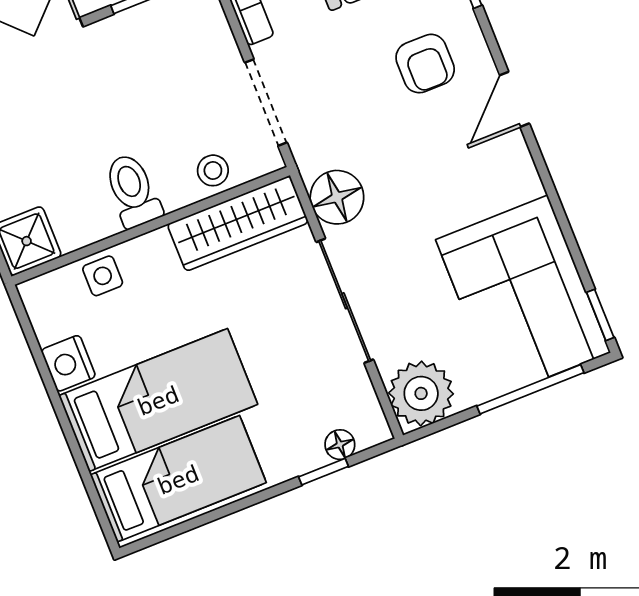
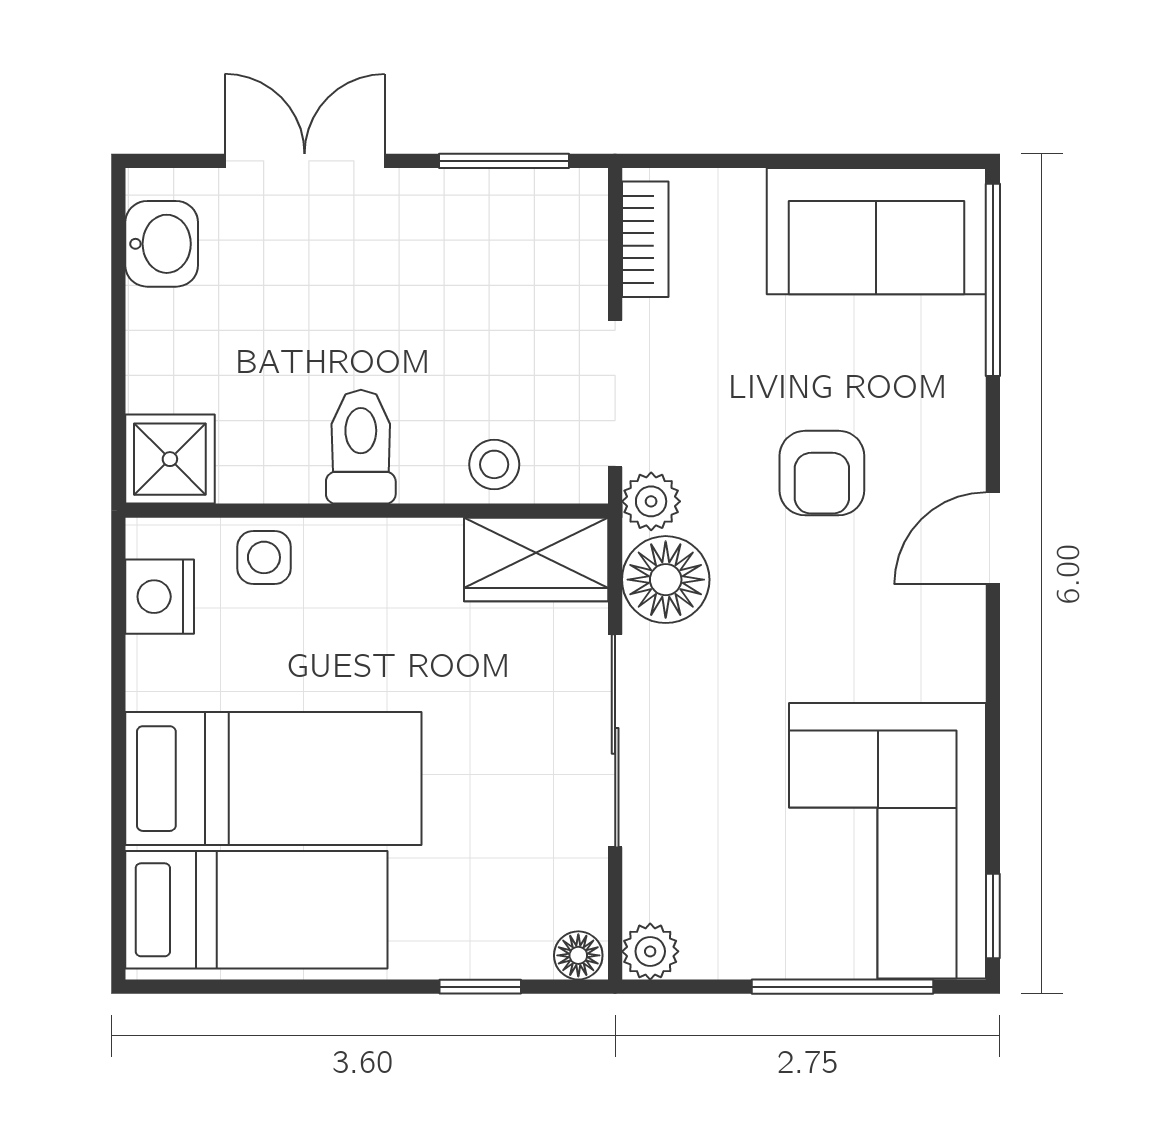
armchair: (425, 64) -> (822, 473), moved
plant: (311, 156) -> (651, 501), added
wardrobe: (238, 223) -> (536, 559), width x0.67
nightstand: (68, 363) -> (160, 597), moved
plant: (421, 393) -> (650, 951), width x0.53, depth x0.53
floor lamp: (340, 445) -> (578, 955), moved

